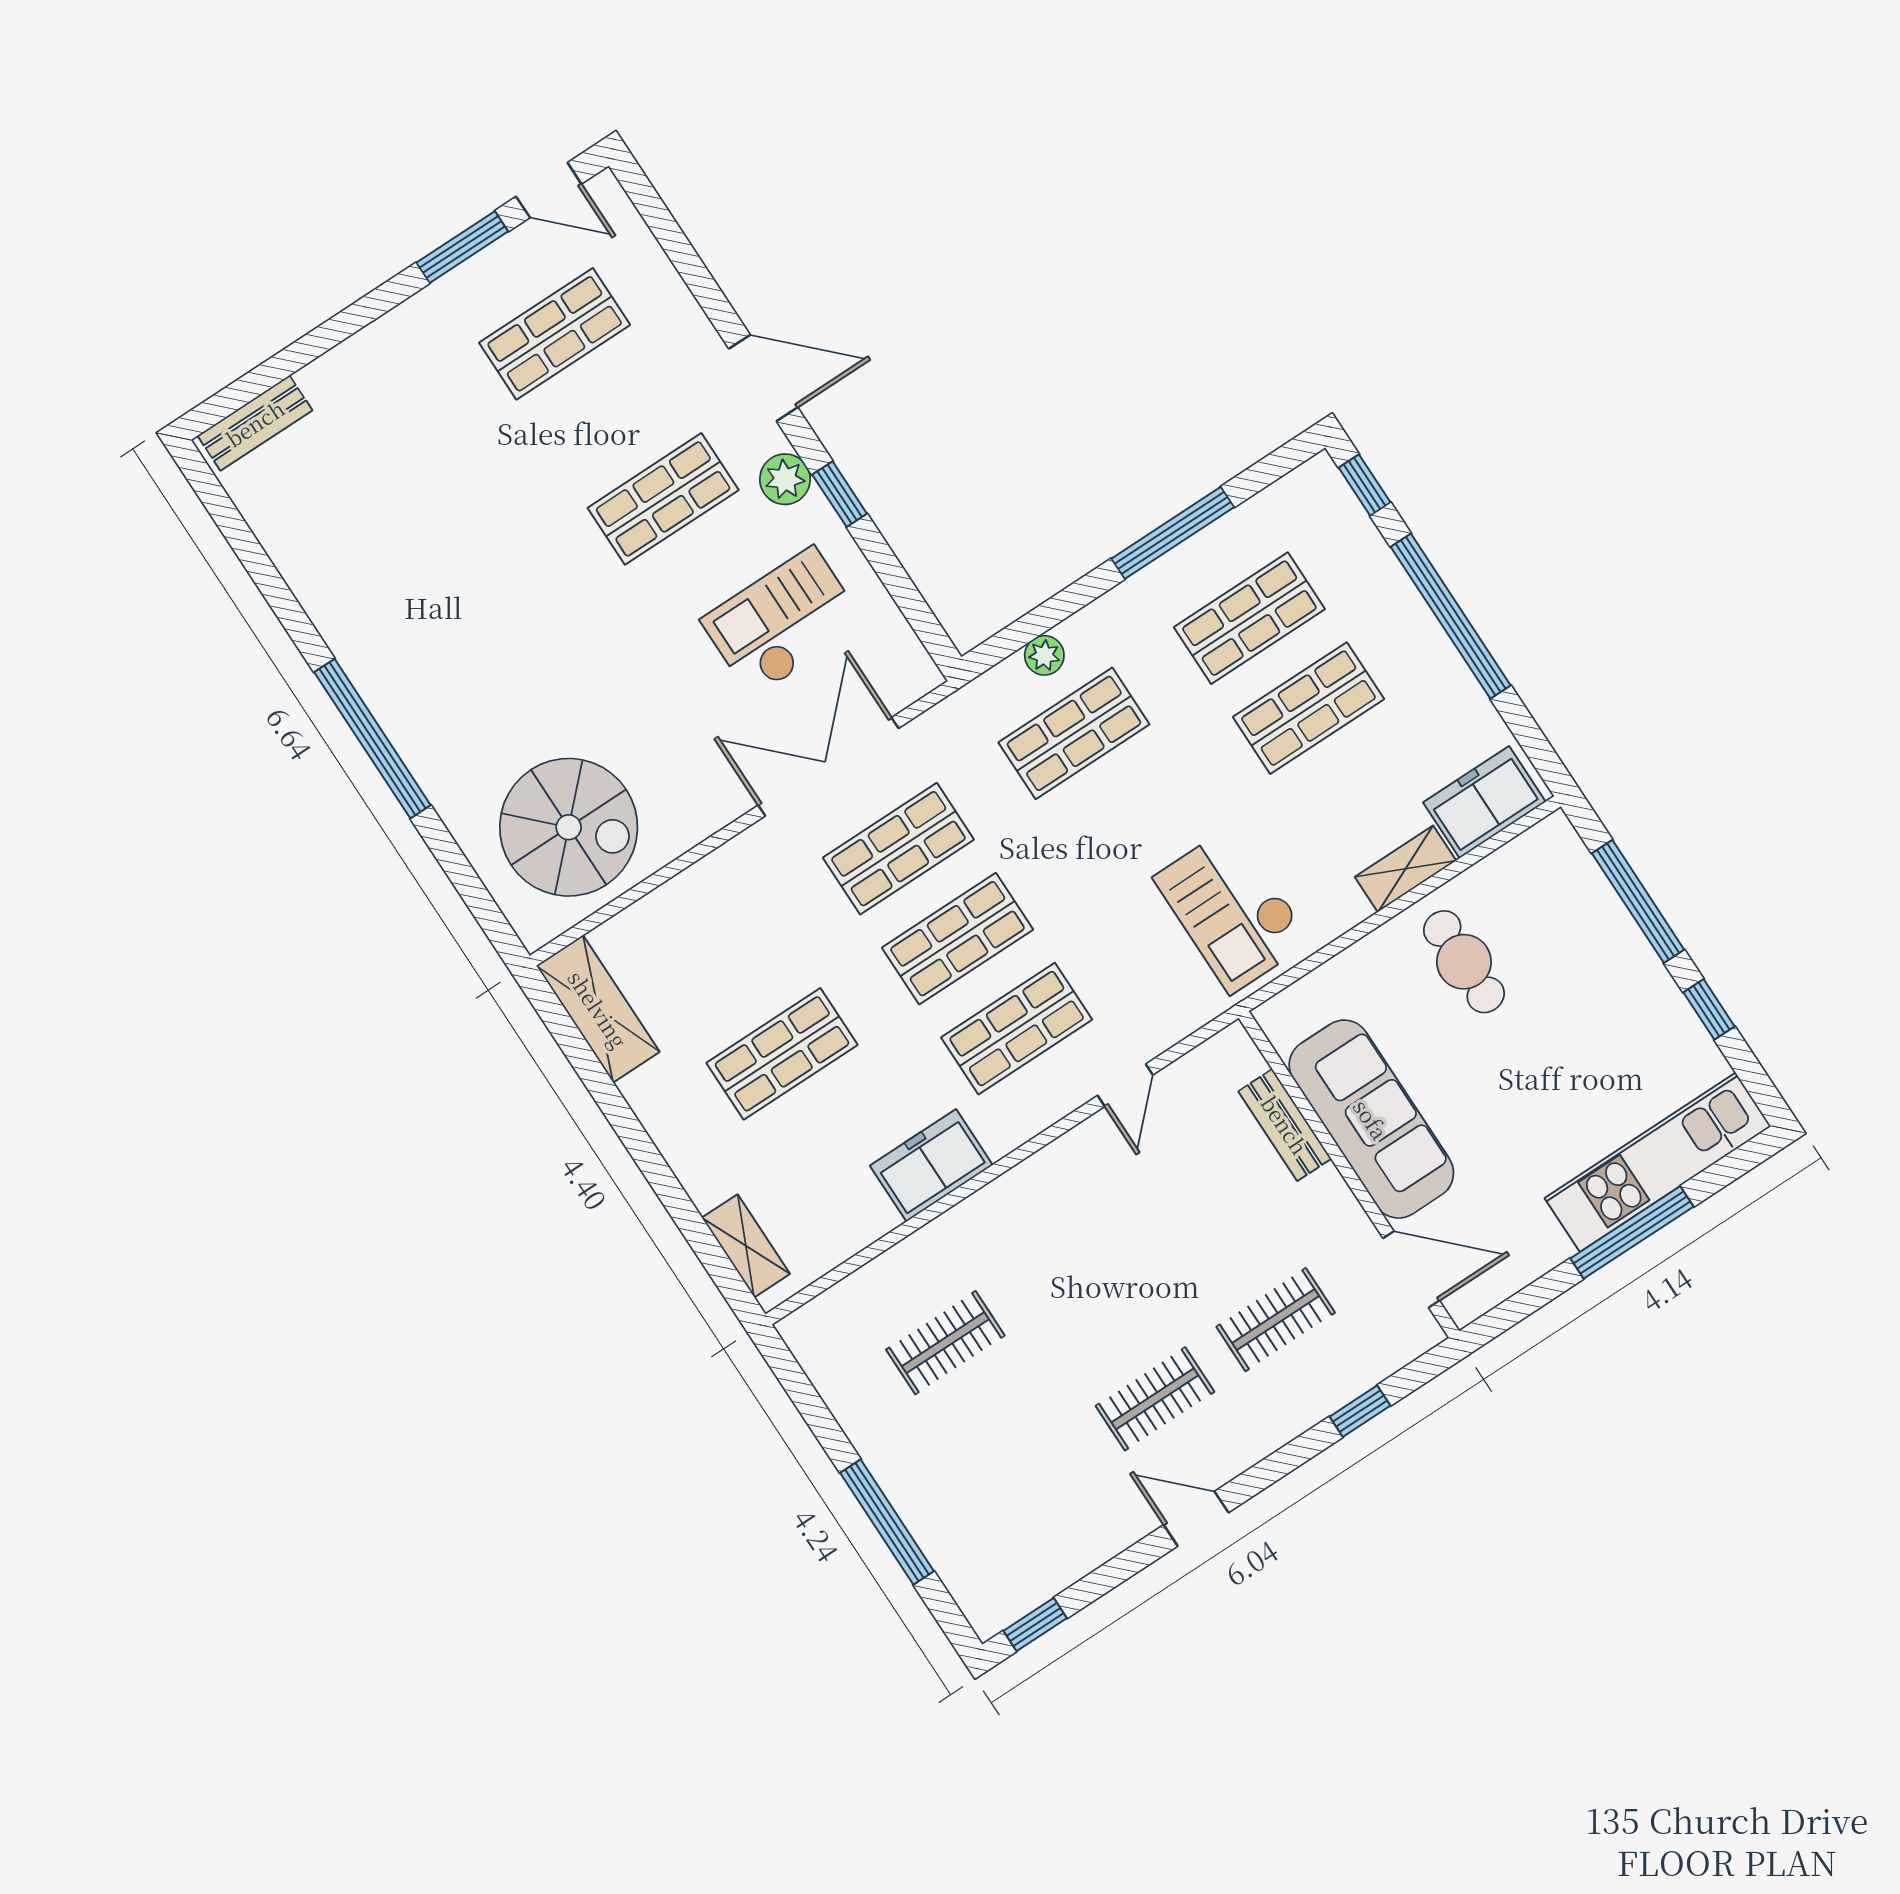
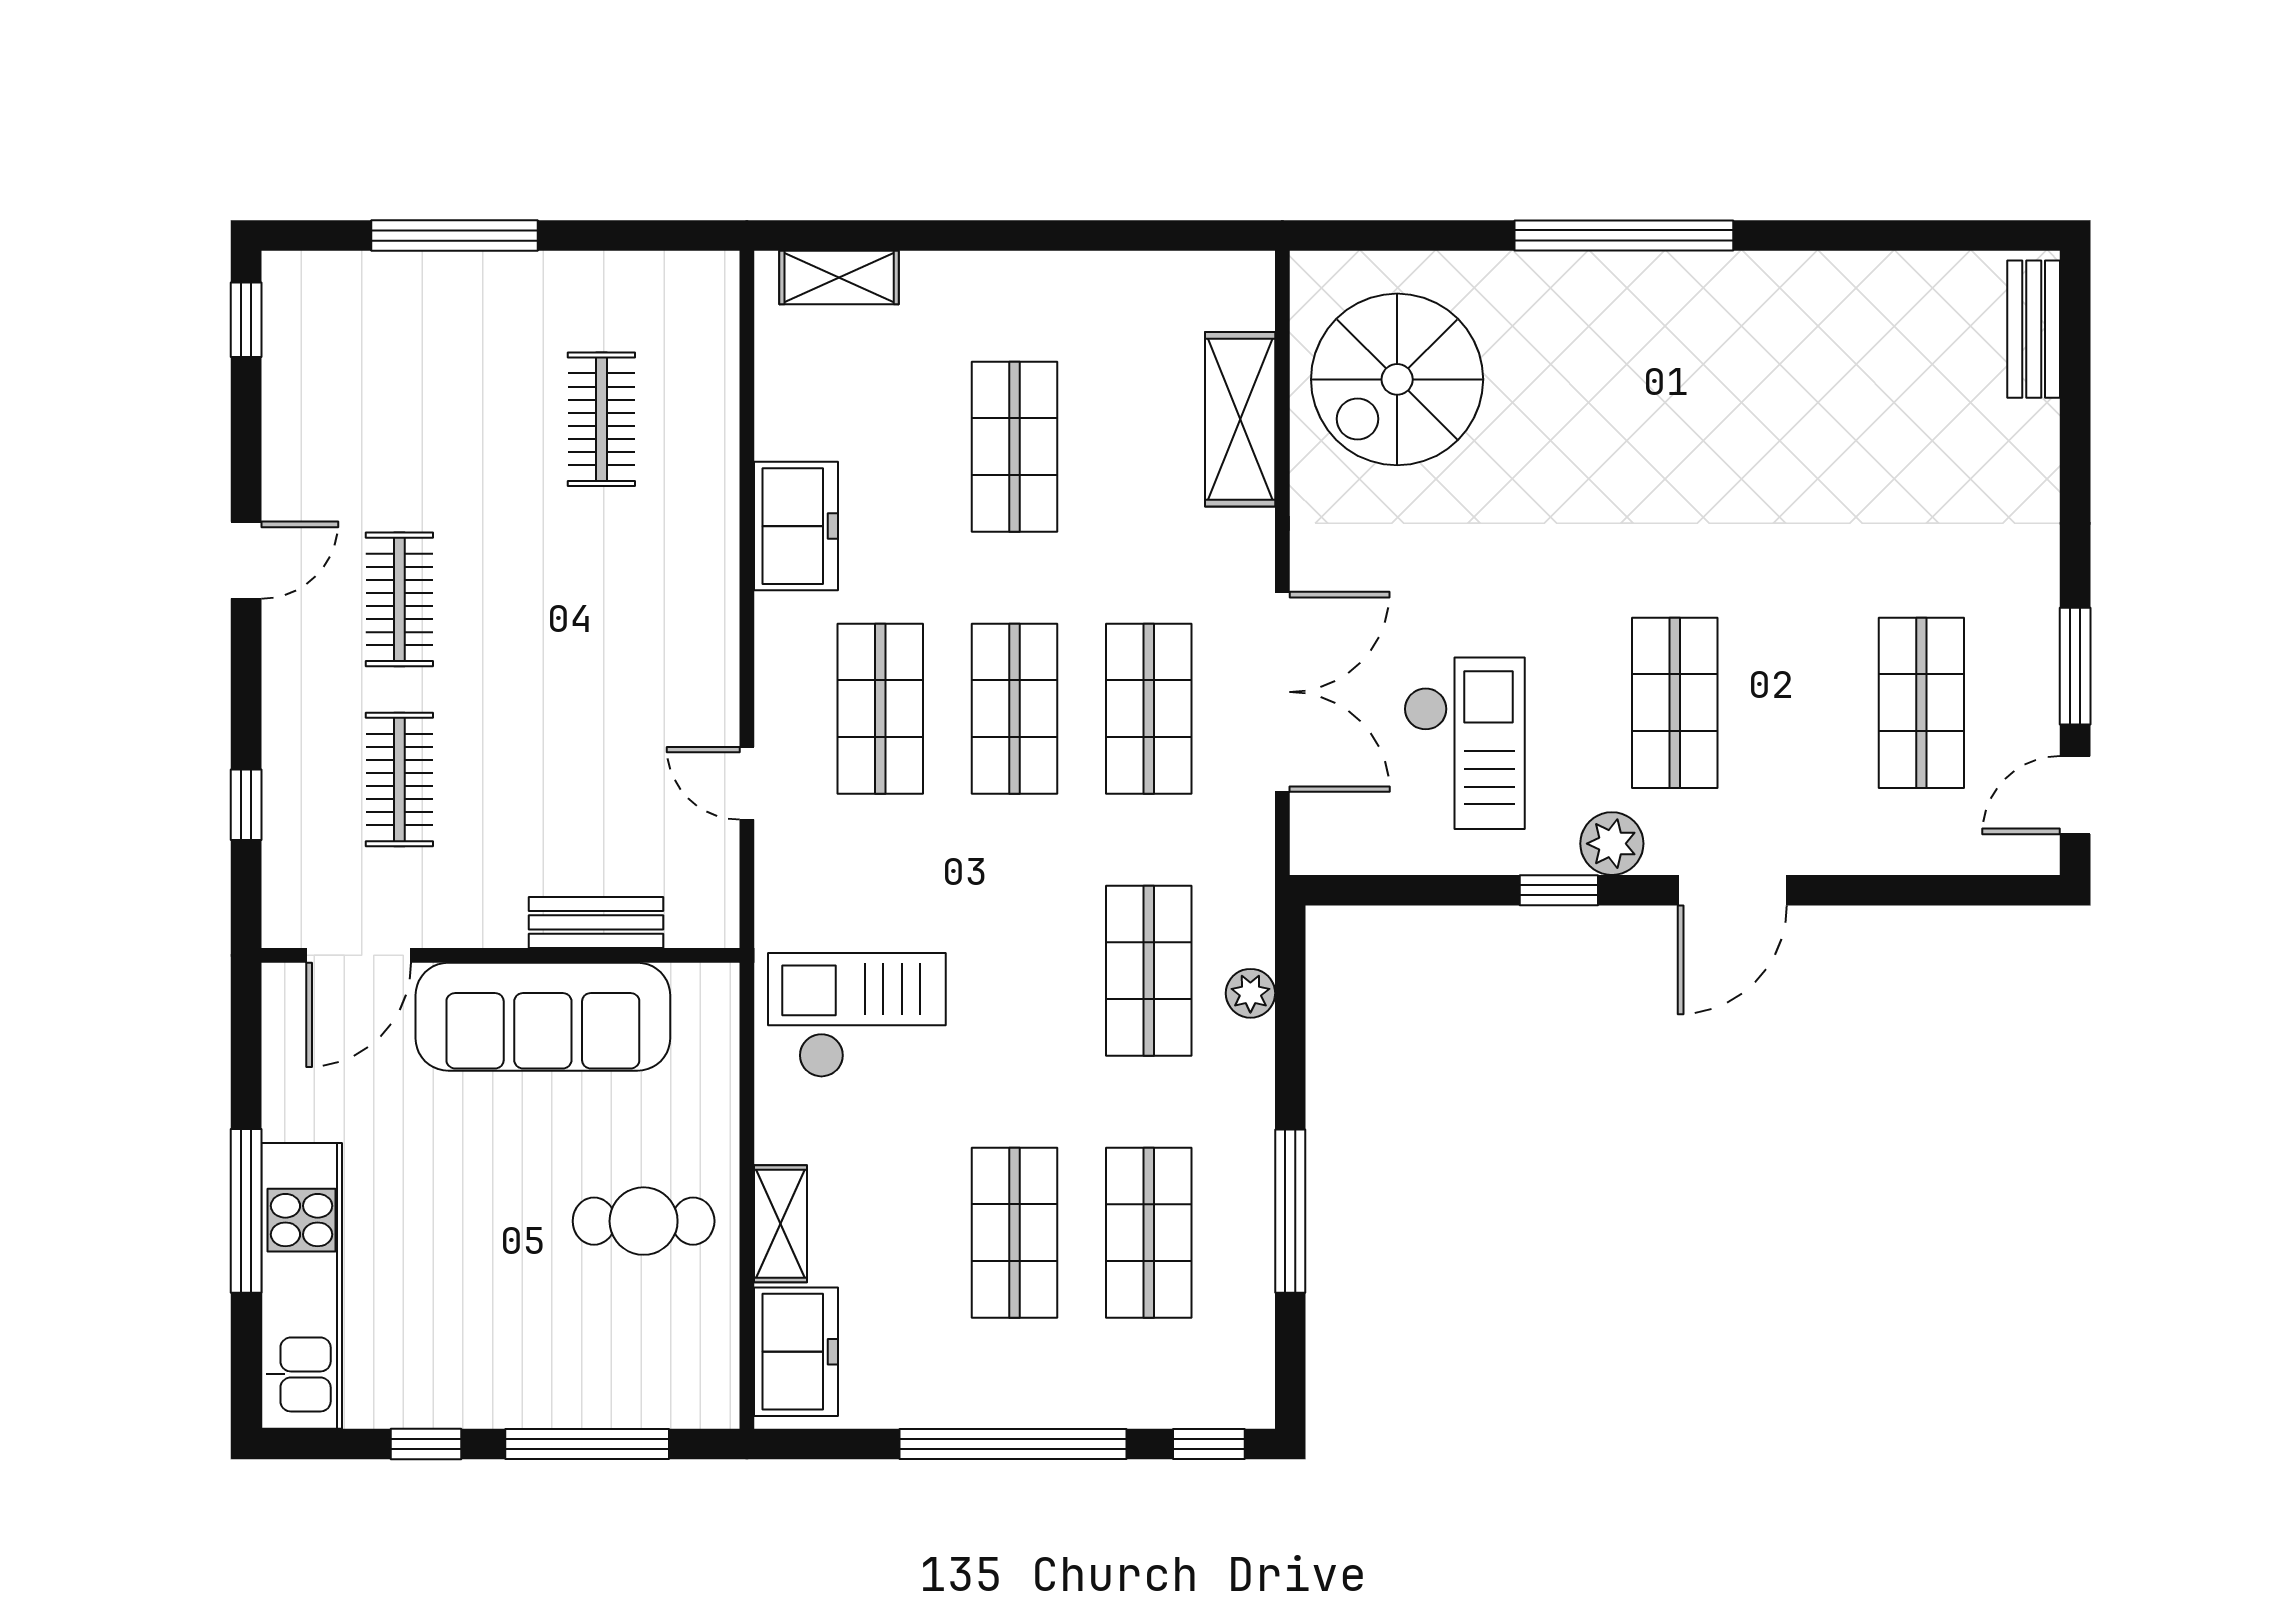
shelving: (598, 1009) -> (1240, 419), moved, turned 90

